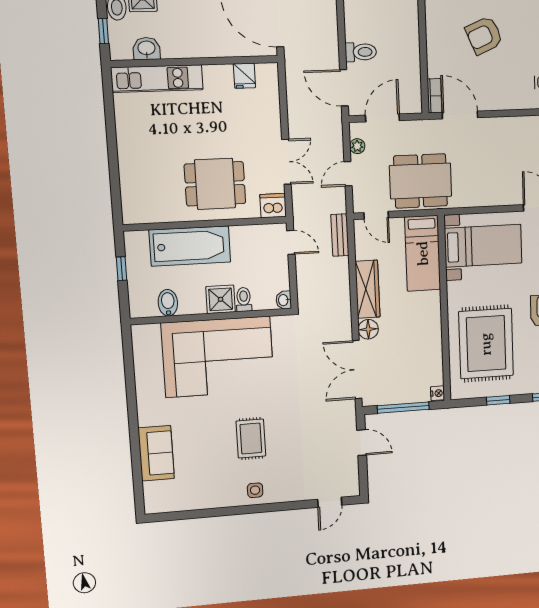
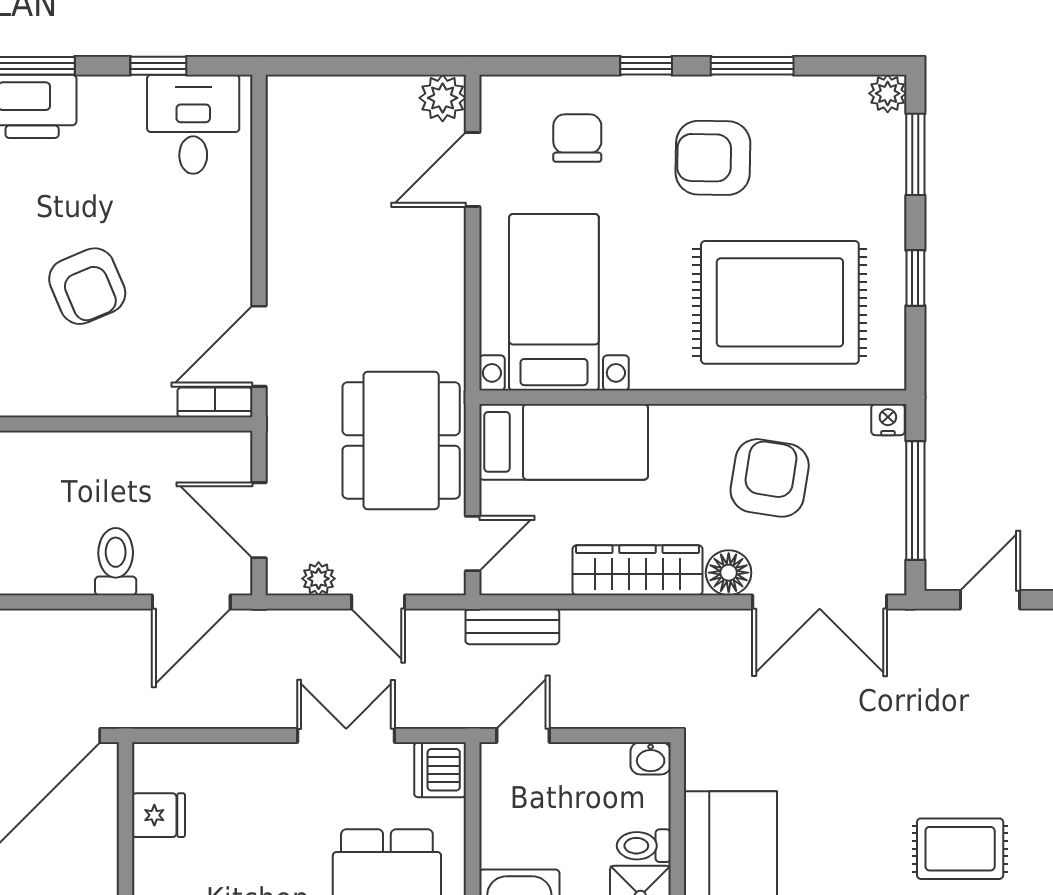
armchair: (410, 344) -> (770, 478), added

